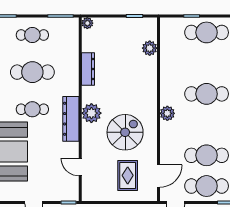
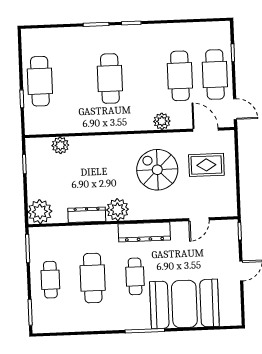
plant: (87, 23) -> (40, 212), width x1.87, depth x1.87
plant: (91, 113) -> (118, 210), moved
plant: (167, 113) -> (162, 121), moved

